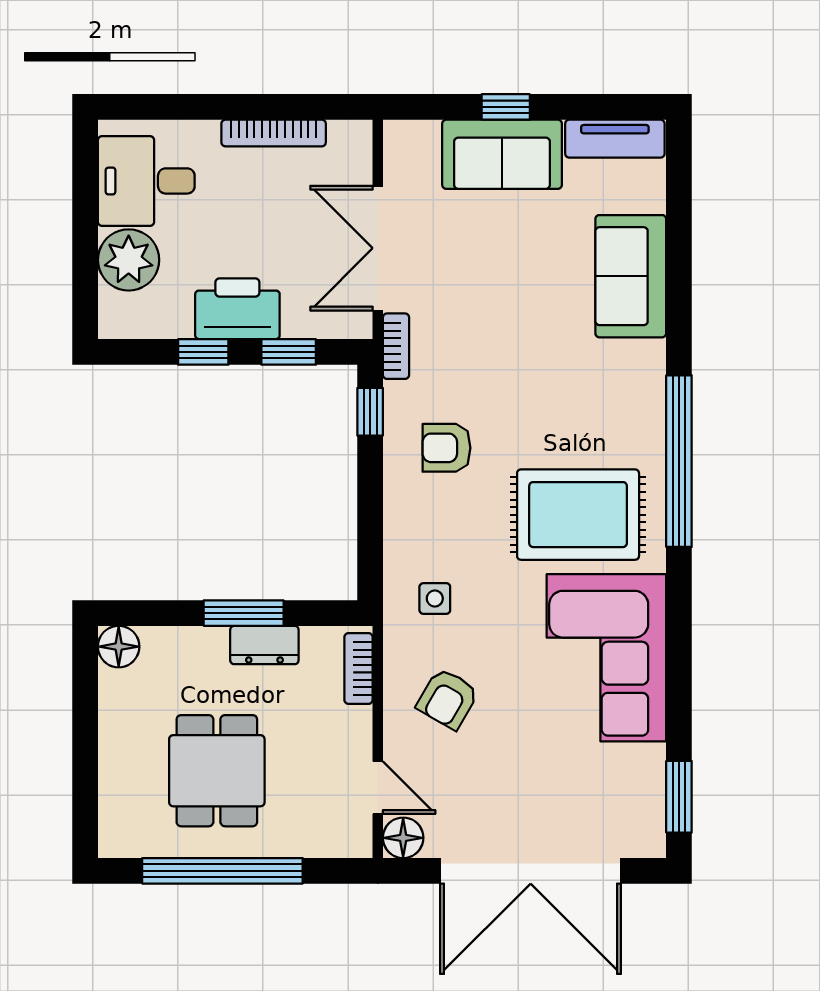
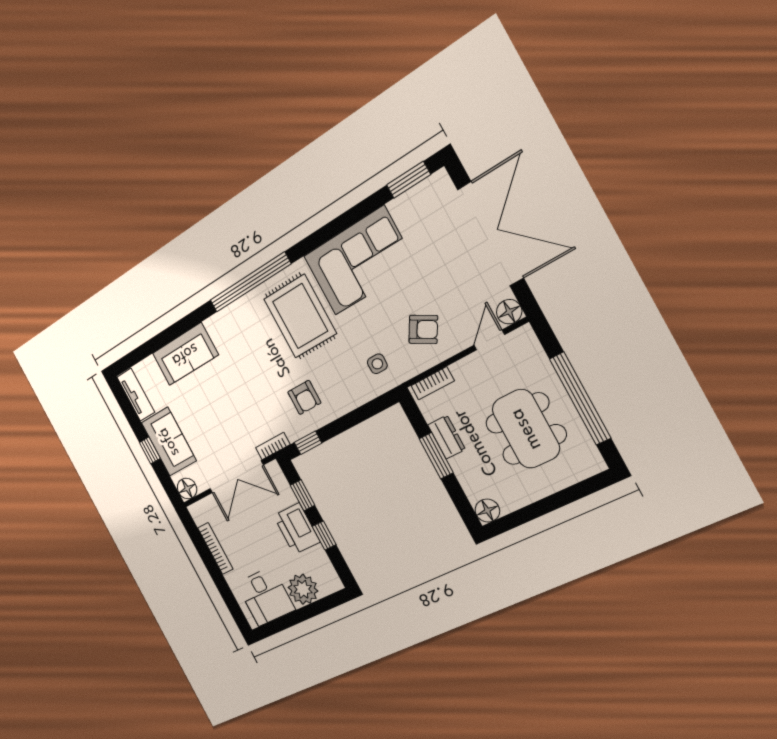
floor lamp: (404, 141) -> (187, 489), added
dining table: (217, 771) -> (526, 429), width x1.38

